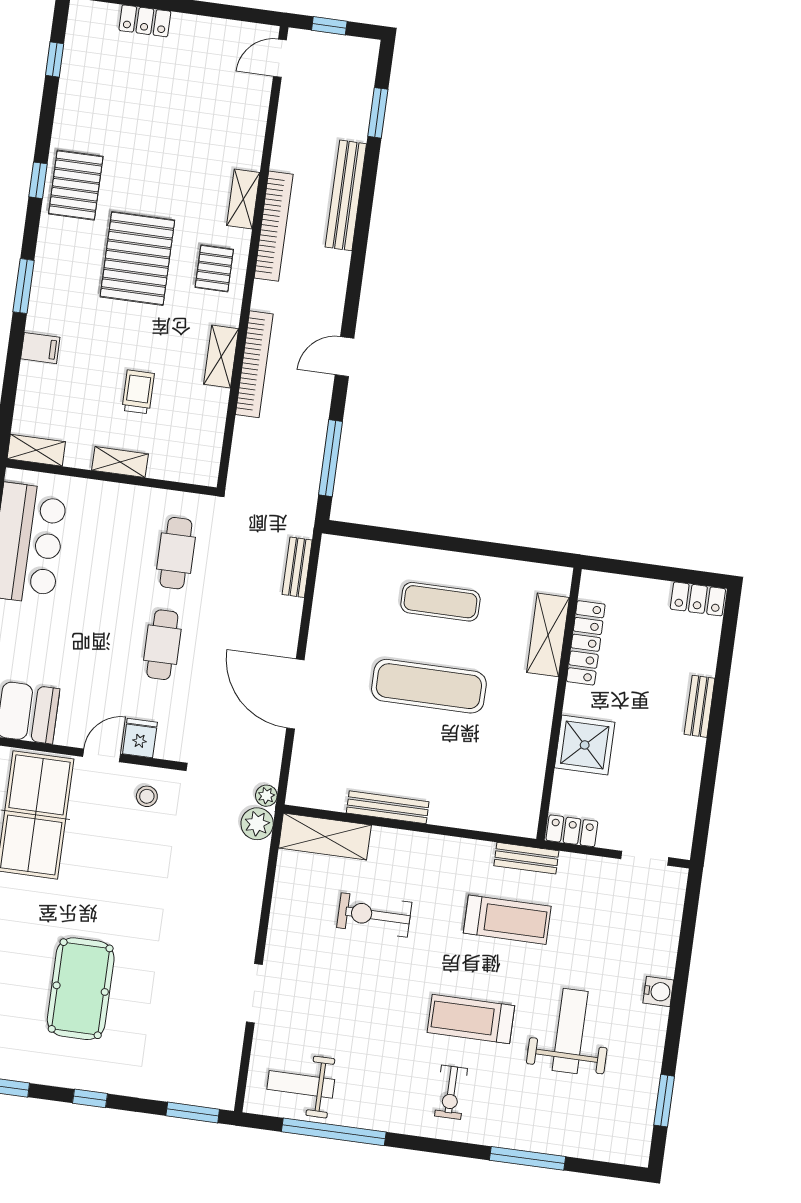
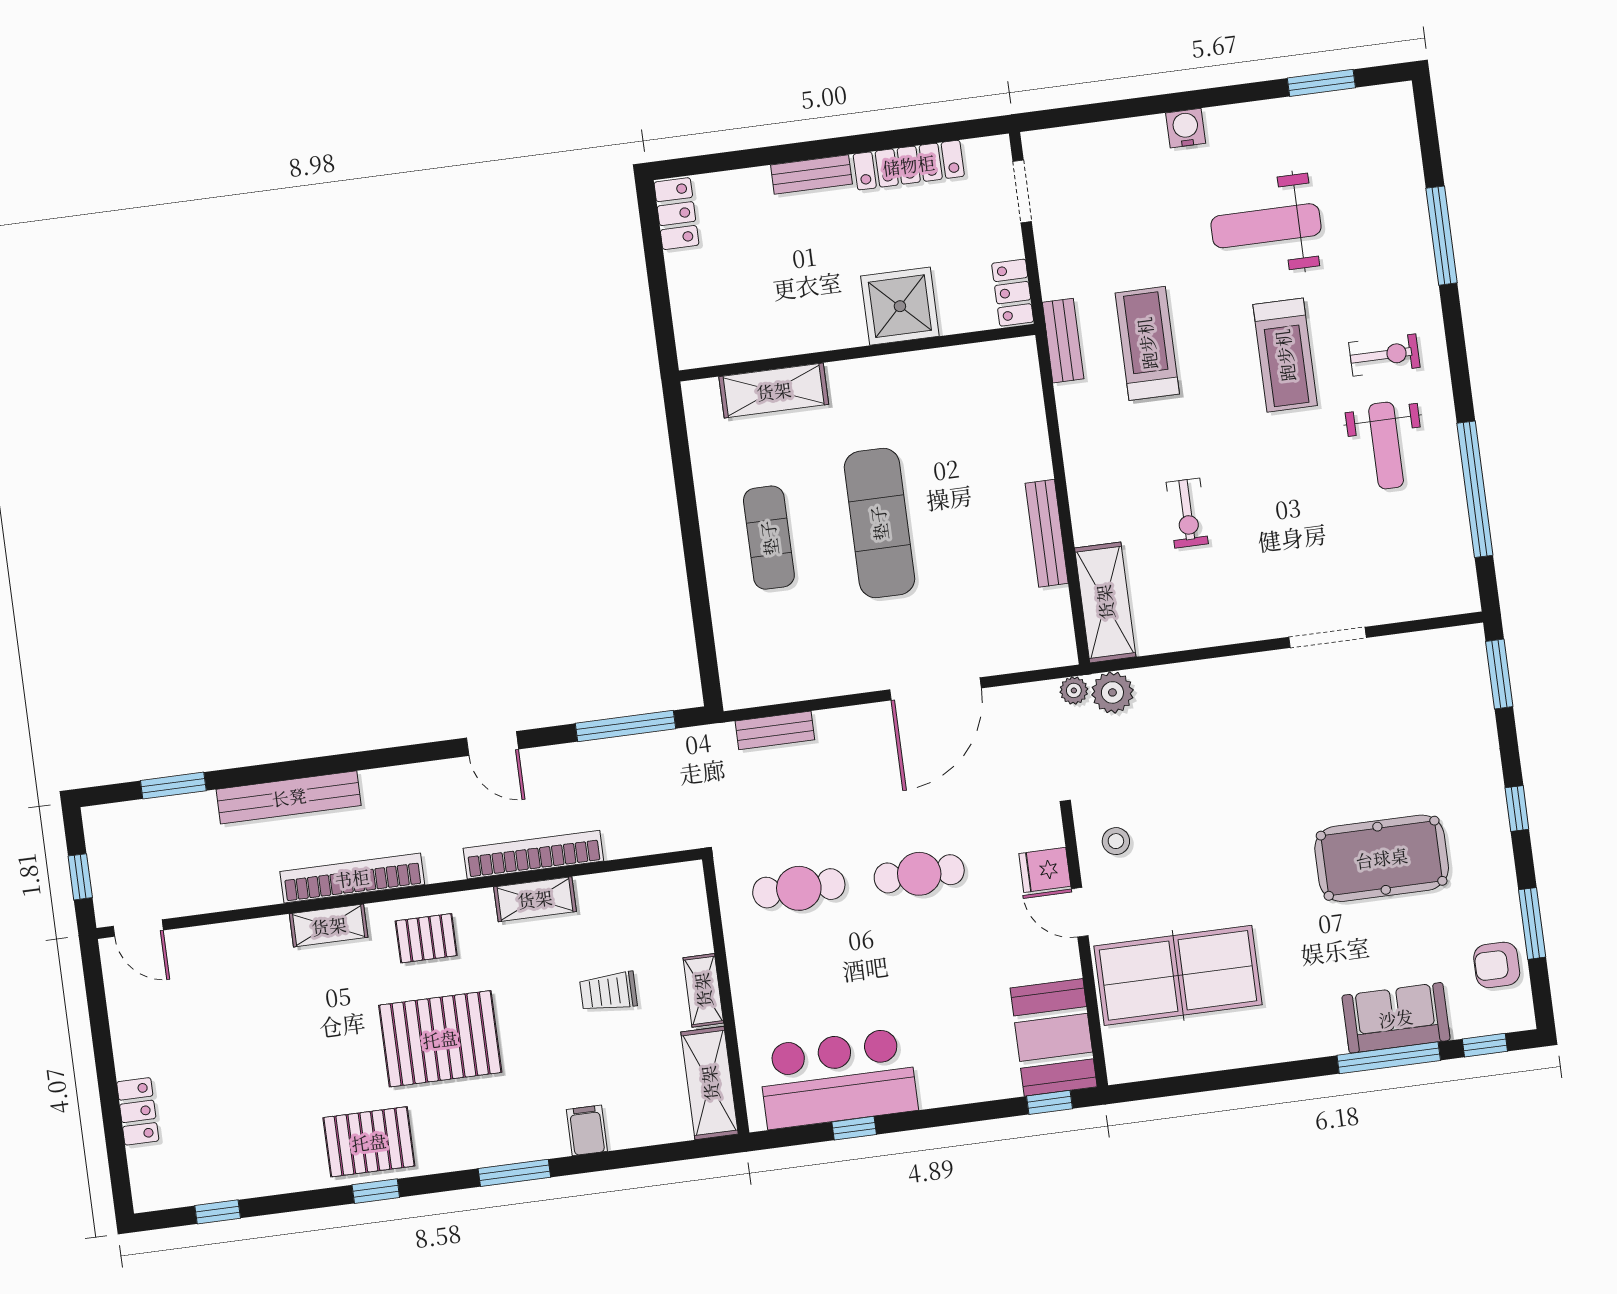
shelving: (36, 450) -> (710, 1083), width x1.50, depth x1.33
locker: (586, 643) -> (909, 165), moved, turned 180
exercise bike: (374, 915) -> (1187, 513), width x0.73, depth x0.72
weight bench: (301, 1084) -> (1386, 446), moved

